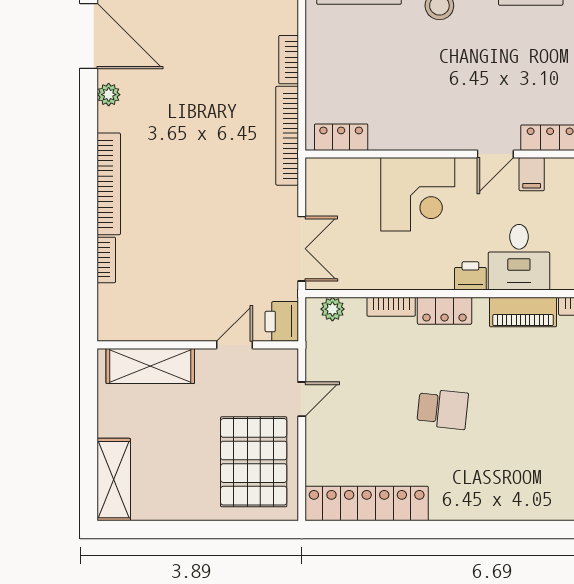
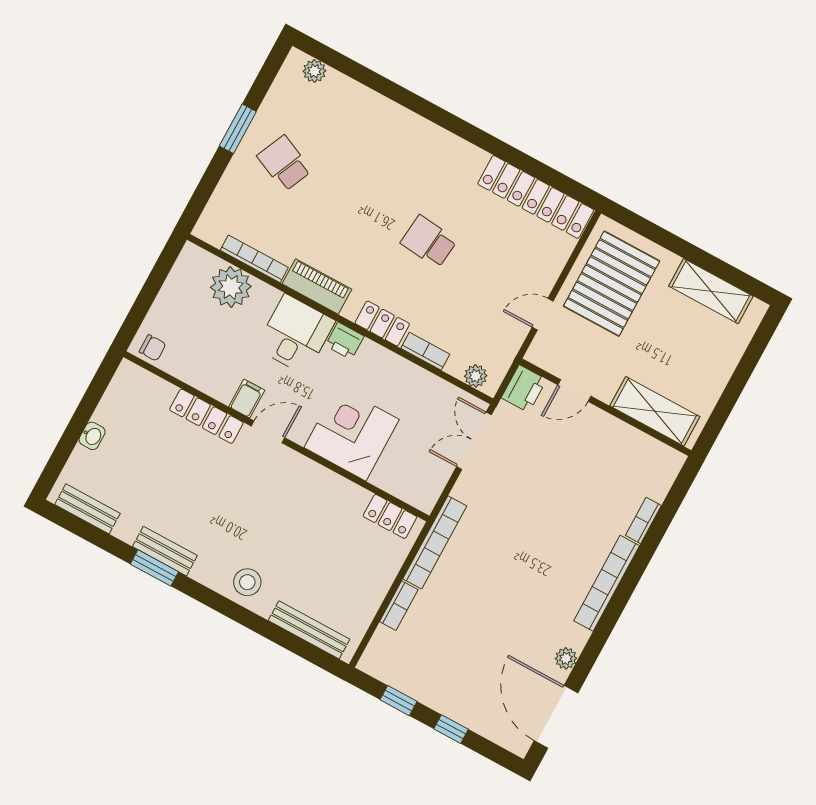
shelving: (114, 480) -> (711, 291), moved, turned 90

